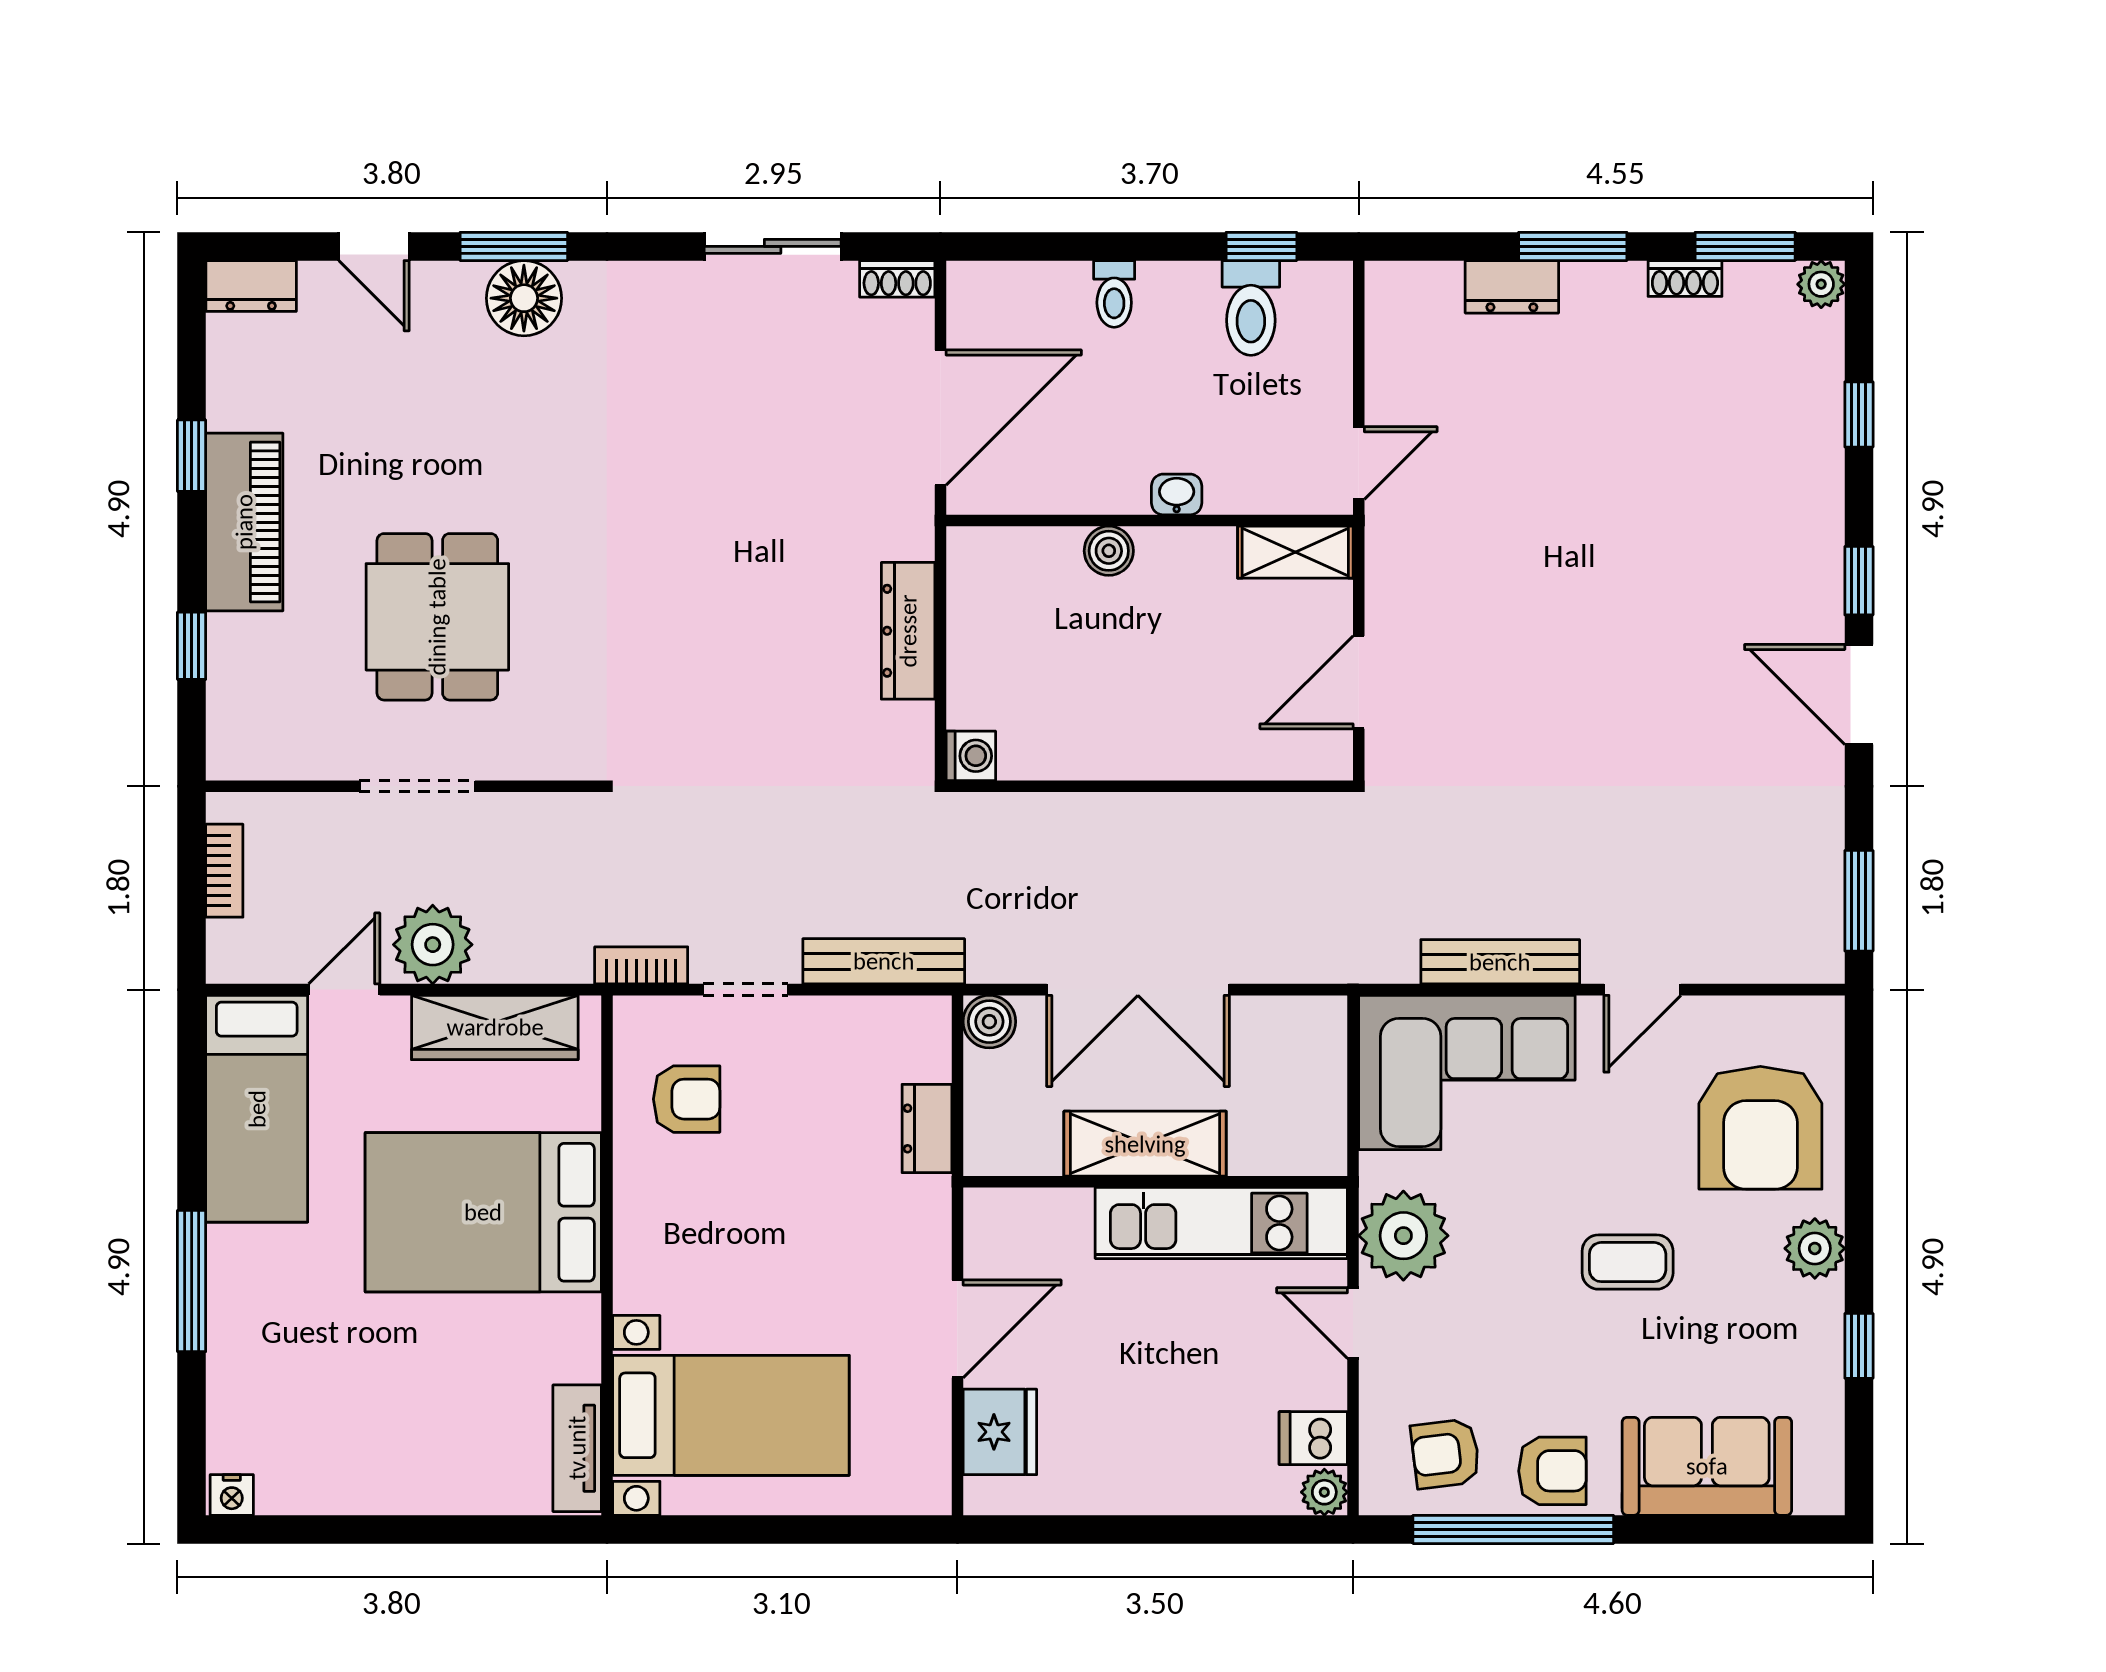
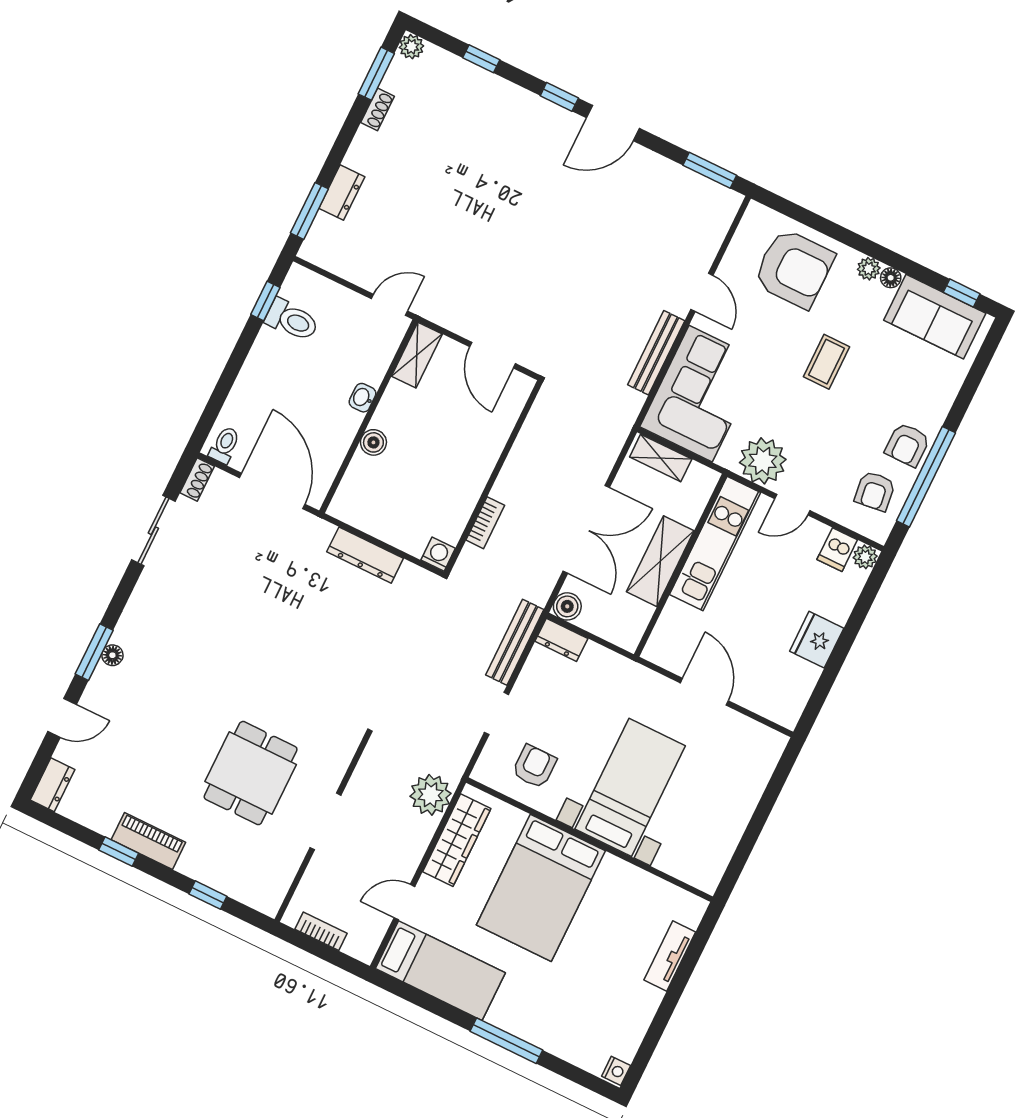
window: (1573, 246) -> (309, 211), moved
toilet: (1114, 294) -> (225, 445), moved, turned -90
floor lamp: (524, 298) -> (112, 655), width x0.53, depth x0.53
door: (1359, 463) -> (389, 305), hinge flipped
piano: (244, 522) -> (148, 841), width x0.73, depth x0.75
dining table: (437, 617) -> (251, 773), turned 90
plant: (433, 945) -> (431, 795), moved
bookcase: (641, 965) -> (485, 523), moved, turned 180
door: (344, 990) -> (404, 902), hinge flipped
shelving: (1323, 1058) -> (661, 458), added
dresser: (927, 1129) -> (561, 640), moved
plant: (1815, 1248) -> (869, 269), width x0.73, depth x0.73
floor lamp: (1826, 1302) -> (891, 278), added
window: (1859, 1346) -> (962, 293), moved
bed with nightstands: (731, 1415) -> (630, 787), moved
fridge: (1000, 1432) -> (817, 640), moved, turned -90
tv unit: (577, 1448) -> (670, 956), moved, turned 90
sofa: (1707, 1466) -> (935, 317), moved, turned -90
armchair: (1552, 1471) -> (907, 445), turned 180

